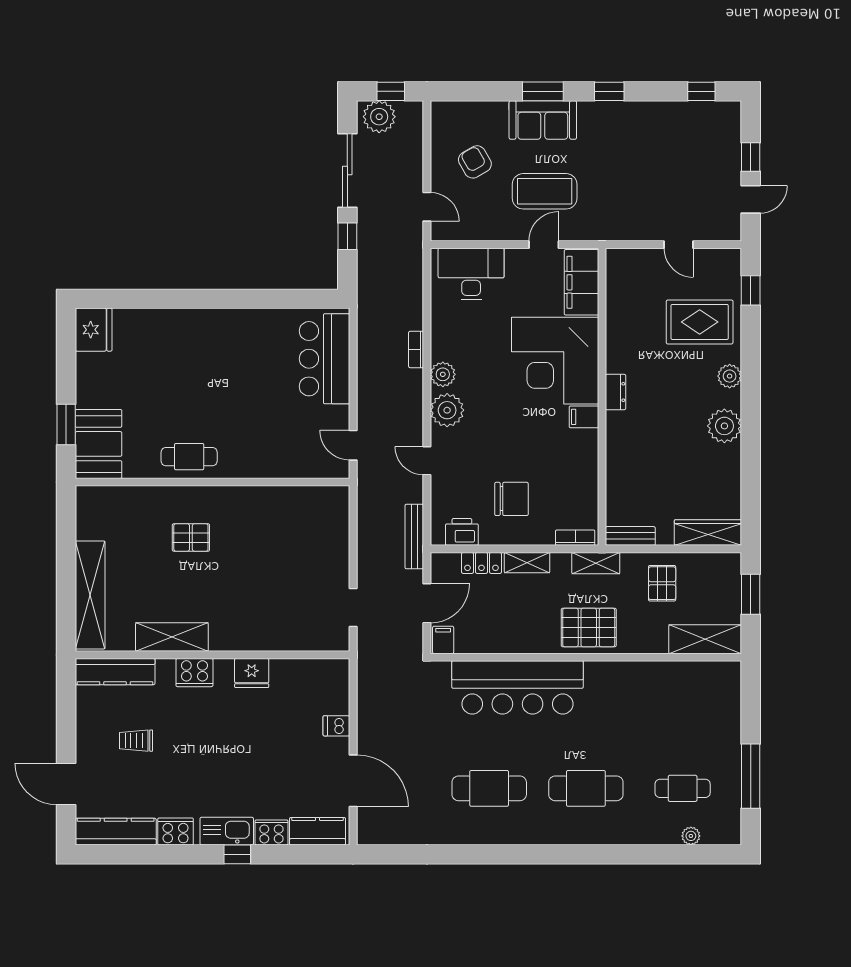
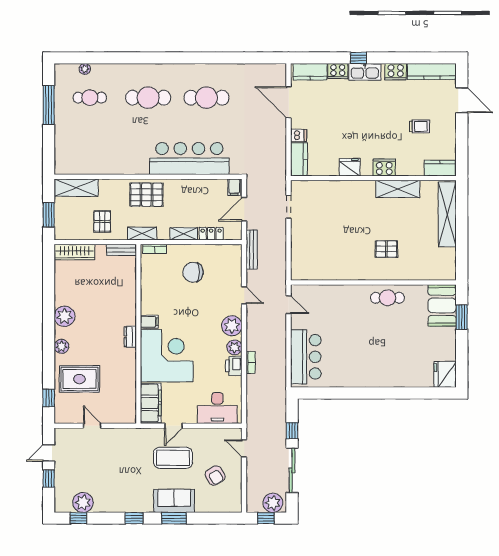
plant: (694, 117) -> (83, 502), added
printer: (462, 532) -> (234, 366), moved, turned 90
kitchen counter: (115, 672) -> (440, 168), width x0.67
kitchen counter: (336, 686) -> (299, 159), added

